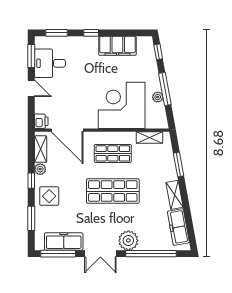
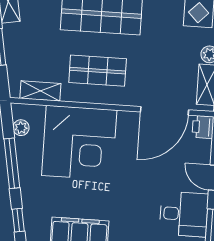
plant: (158, 97) -> (21, 128), moved
door: (67, 130) -> (165, 111), swing flipped

